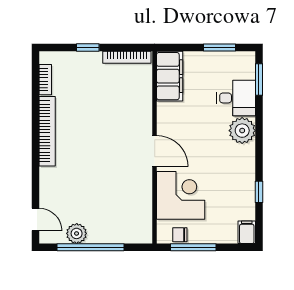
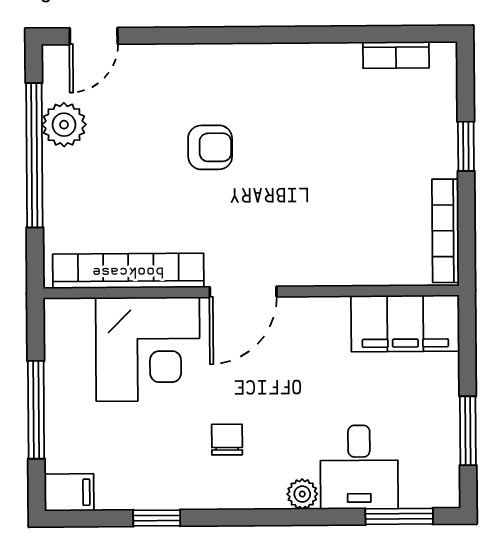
bookcase: (47, 131) -> (128, 271), moved, turned 180
plant: (242, 131) -> (302, 494), width x0.53, depth x0.53
armchair: (88, 166) -> (210, 147), added
chair: (180, 235) -> (227, 440), moved
window: (193, 247) -> (36, 410), moved

